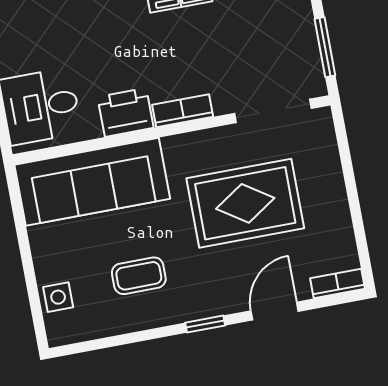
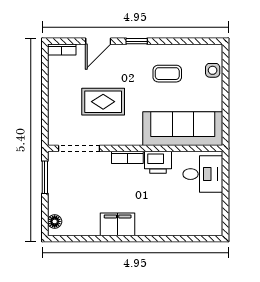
rug: (245, 203) -> (103, 102), width x0.73, depth x0.70

